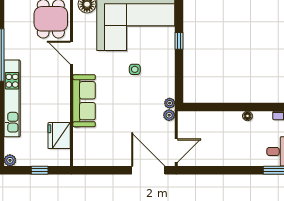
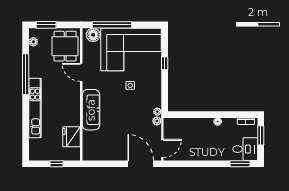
plant: (10, 160) -> (33, 42), moved

